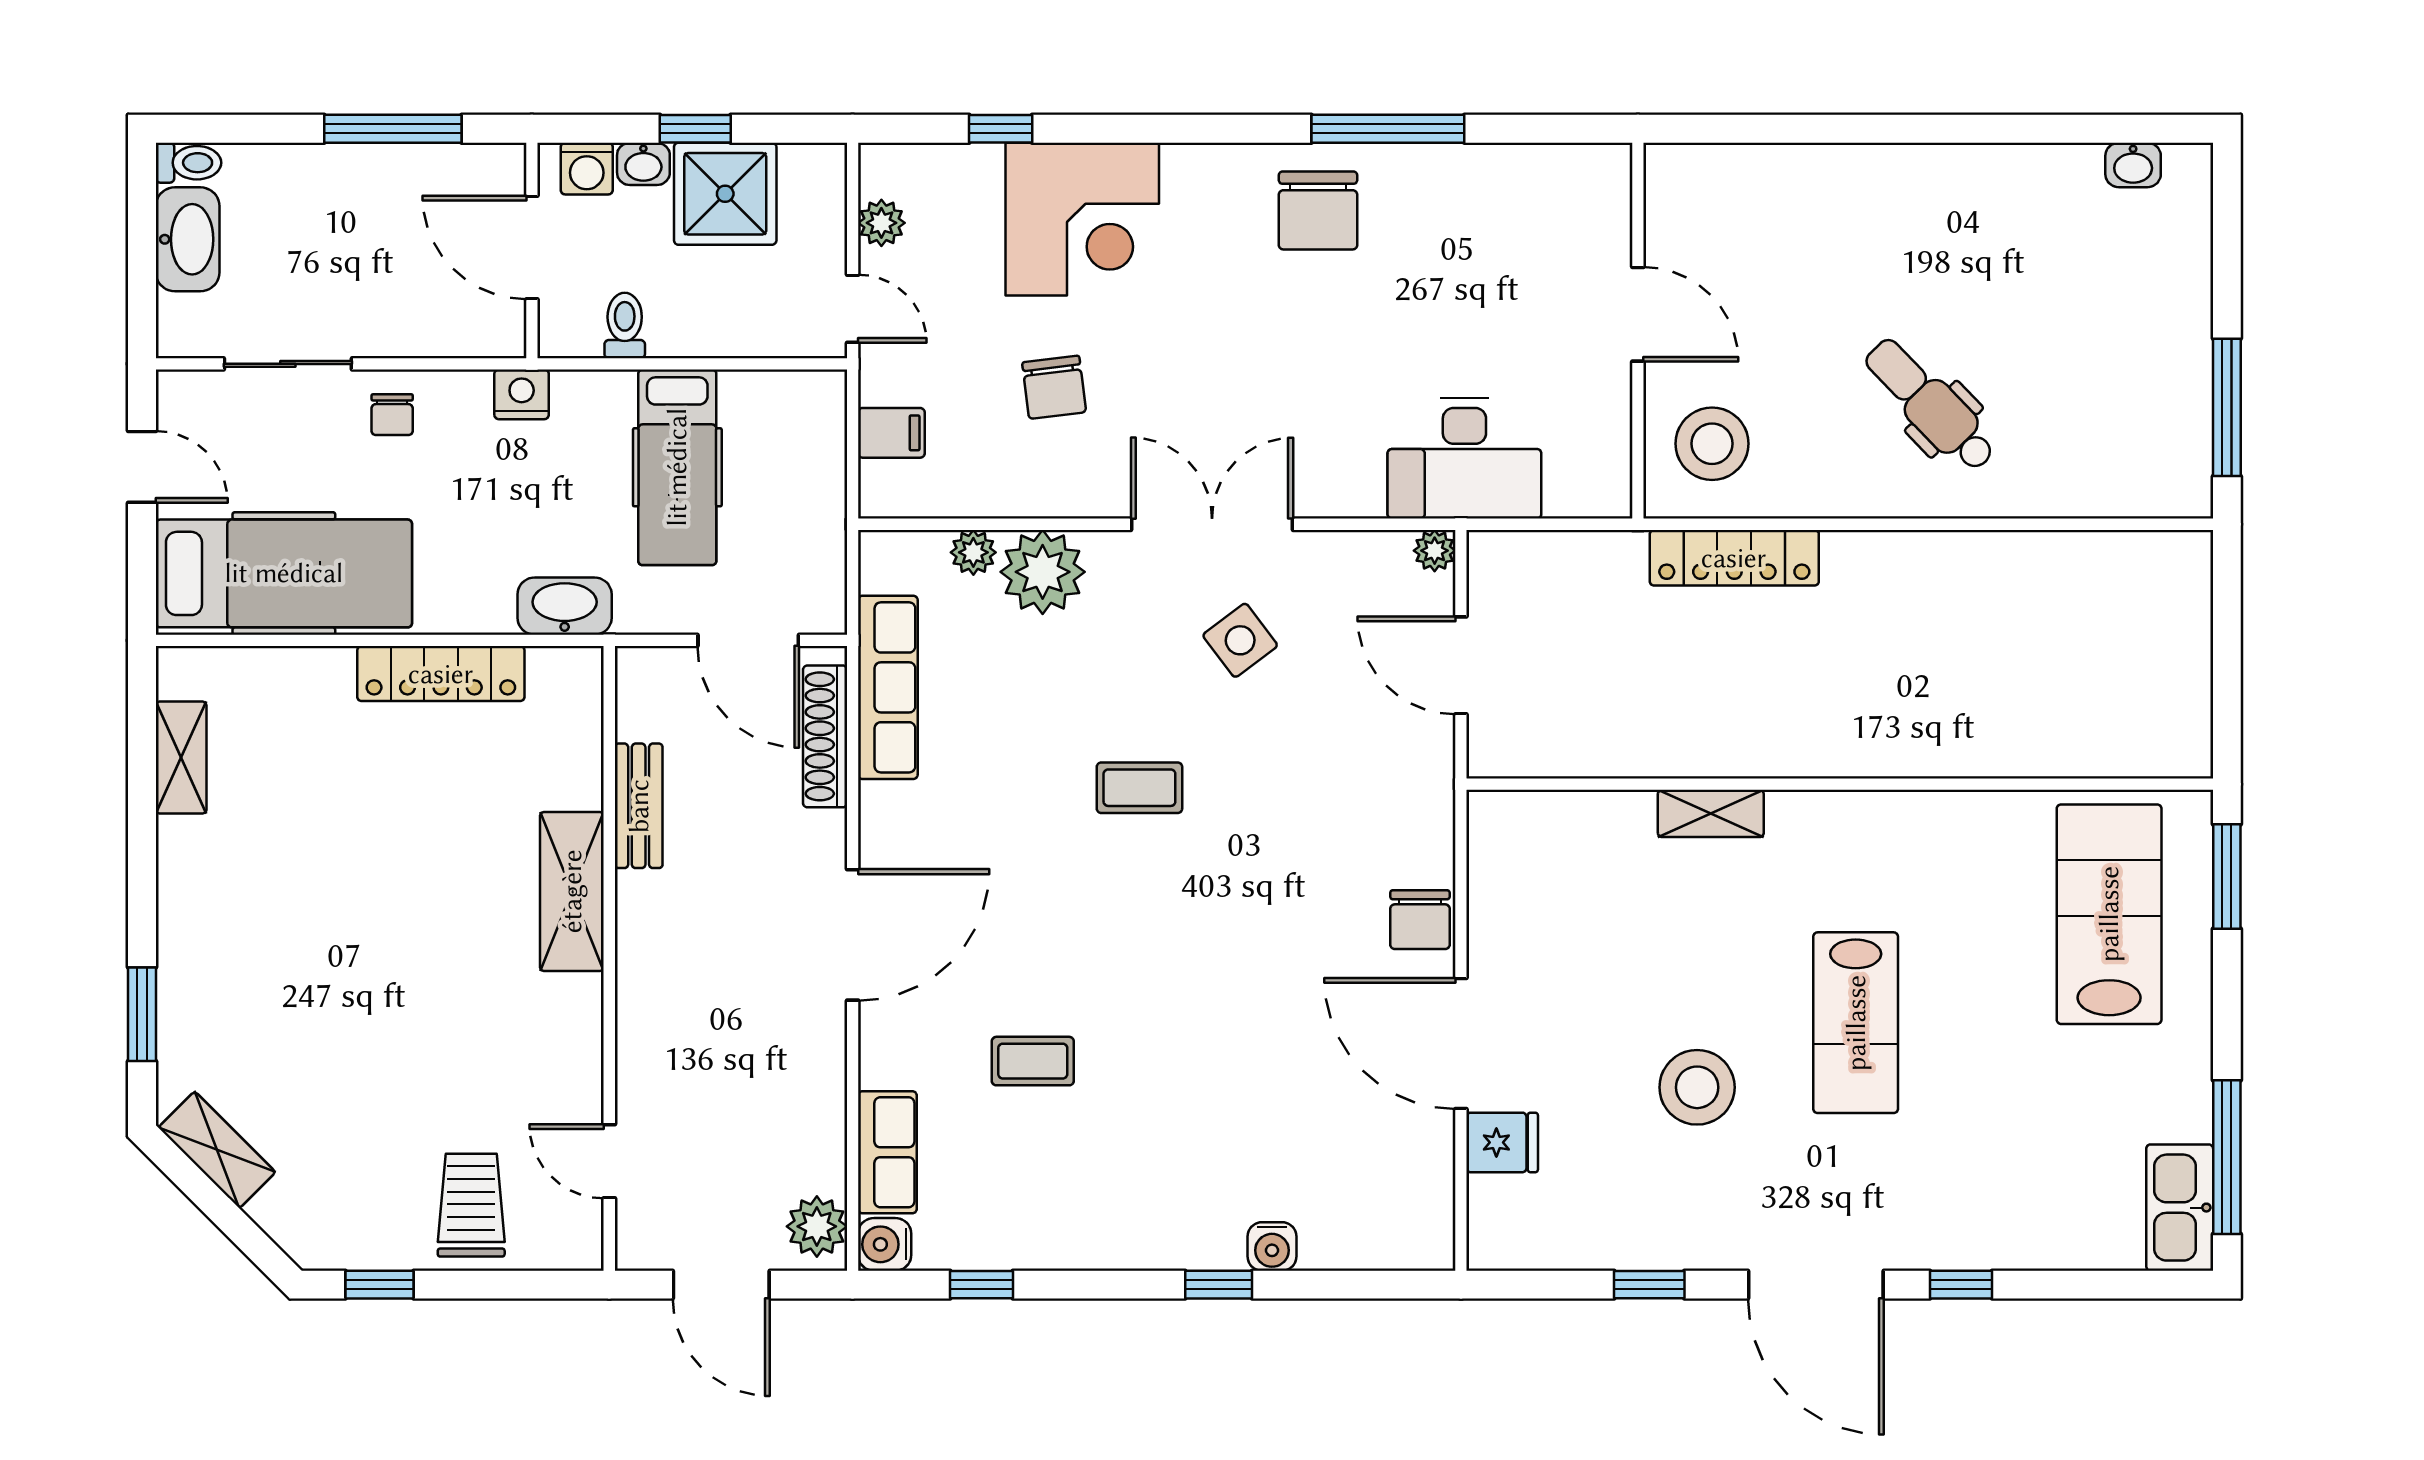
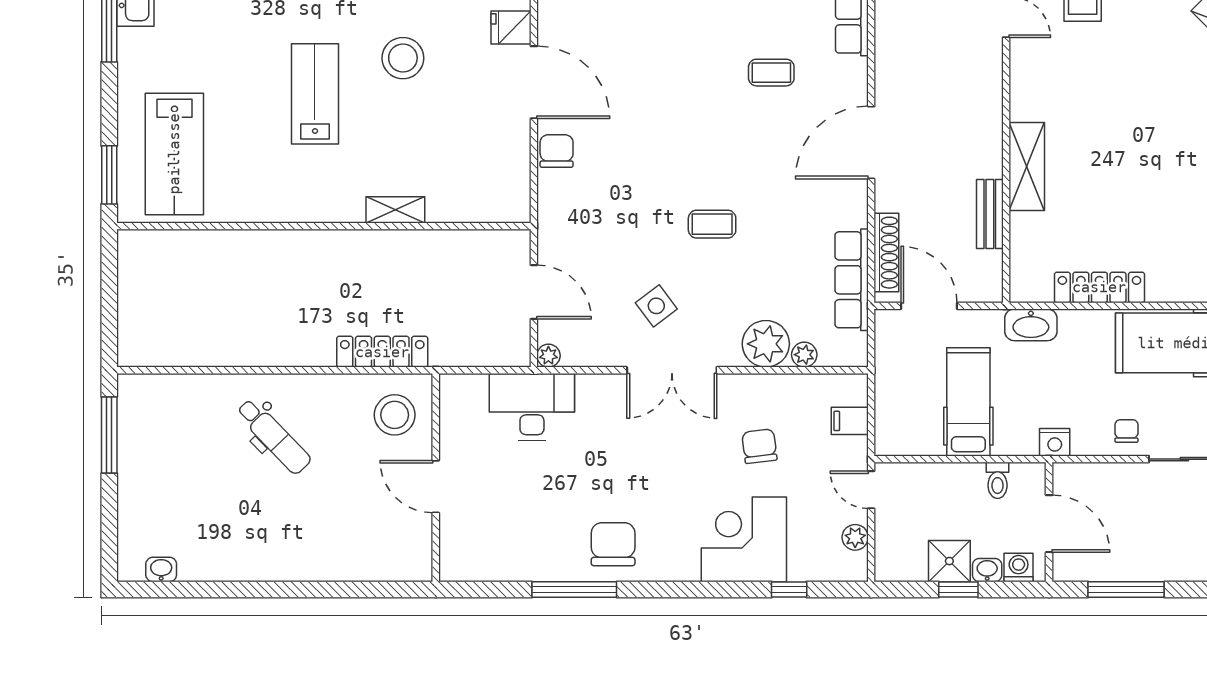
shower: (725, 194) -> (949, 561), width x0.73, depth x0.73

